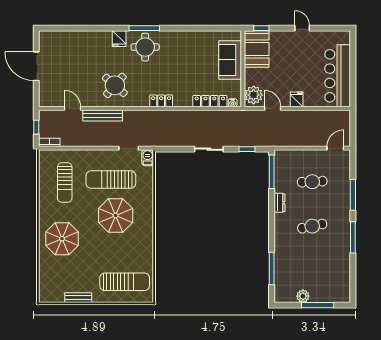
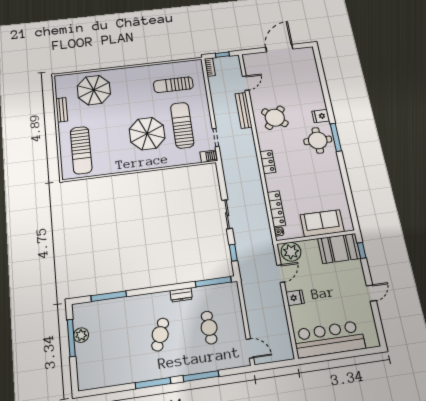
cafe table: (312, 226) -> (160, 335), turned 33
parasol: (62, 239) -> (94, 90), moved
window: (318, 305) -> (71, 338), moved

